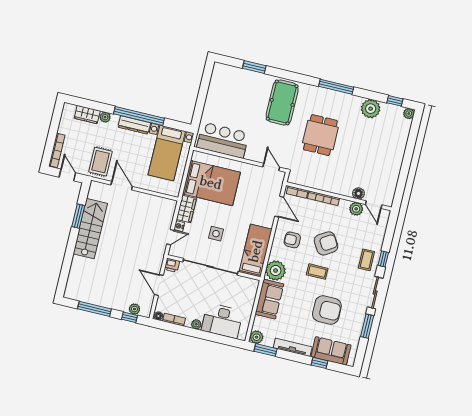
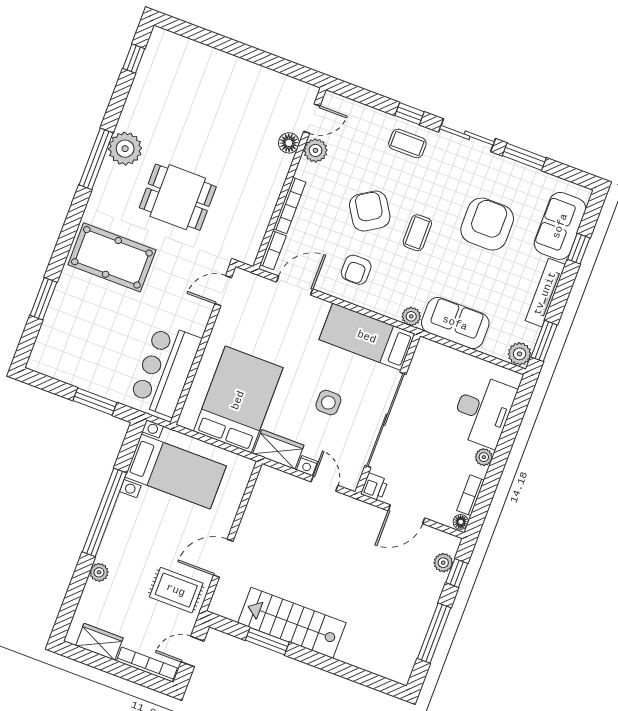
window: (200, 103) -> (95, 402), added
plant: (371, 109) -> (125, 149), moved
plant: (409, 114) -> (159, 37), removed
wardrobe: (87, 115) -> (99, 642), moved, turned -90
dresser: (134, 125) -> (119, 523), removed
plant: (276, 271) -> (411, 316), width x0.53, depth x0.53

